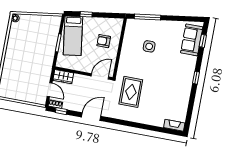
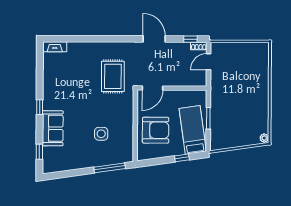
sofa: (192, 40) -> (53, 128), moved
armchair: (104, 41) -> (156, 130), width x1.88, depth x1.88
wardrobe: (63, 77) -> (195, 80), removed
door: (50, 90) -> (209, 62), hinge flipped
door: (91, 117) -> (154, 39), swing flipped

